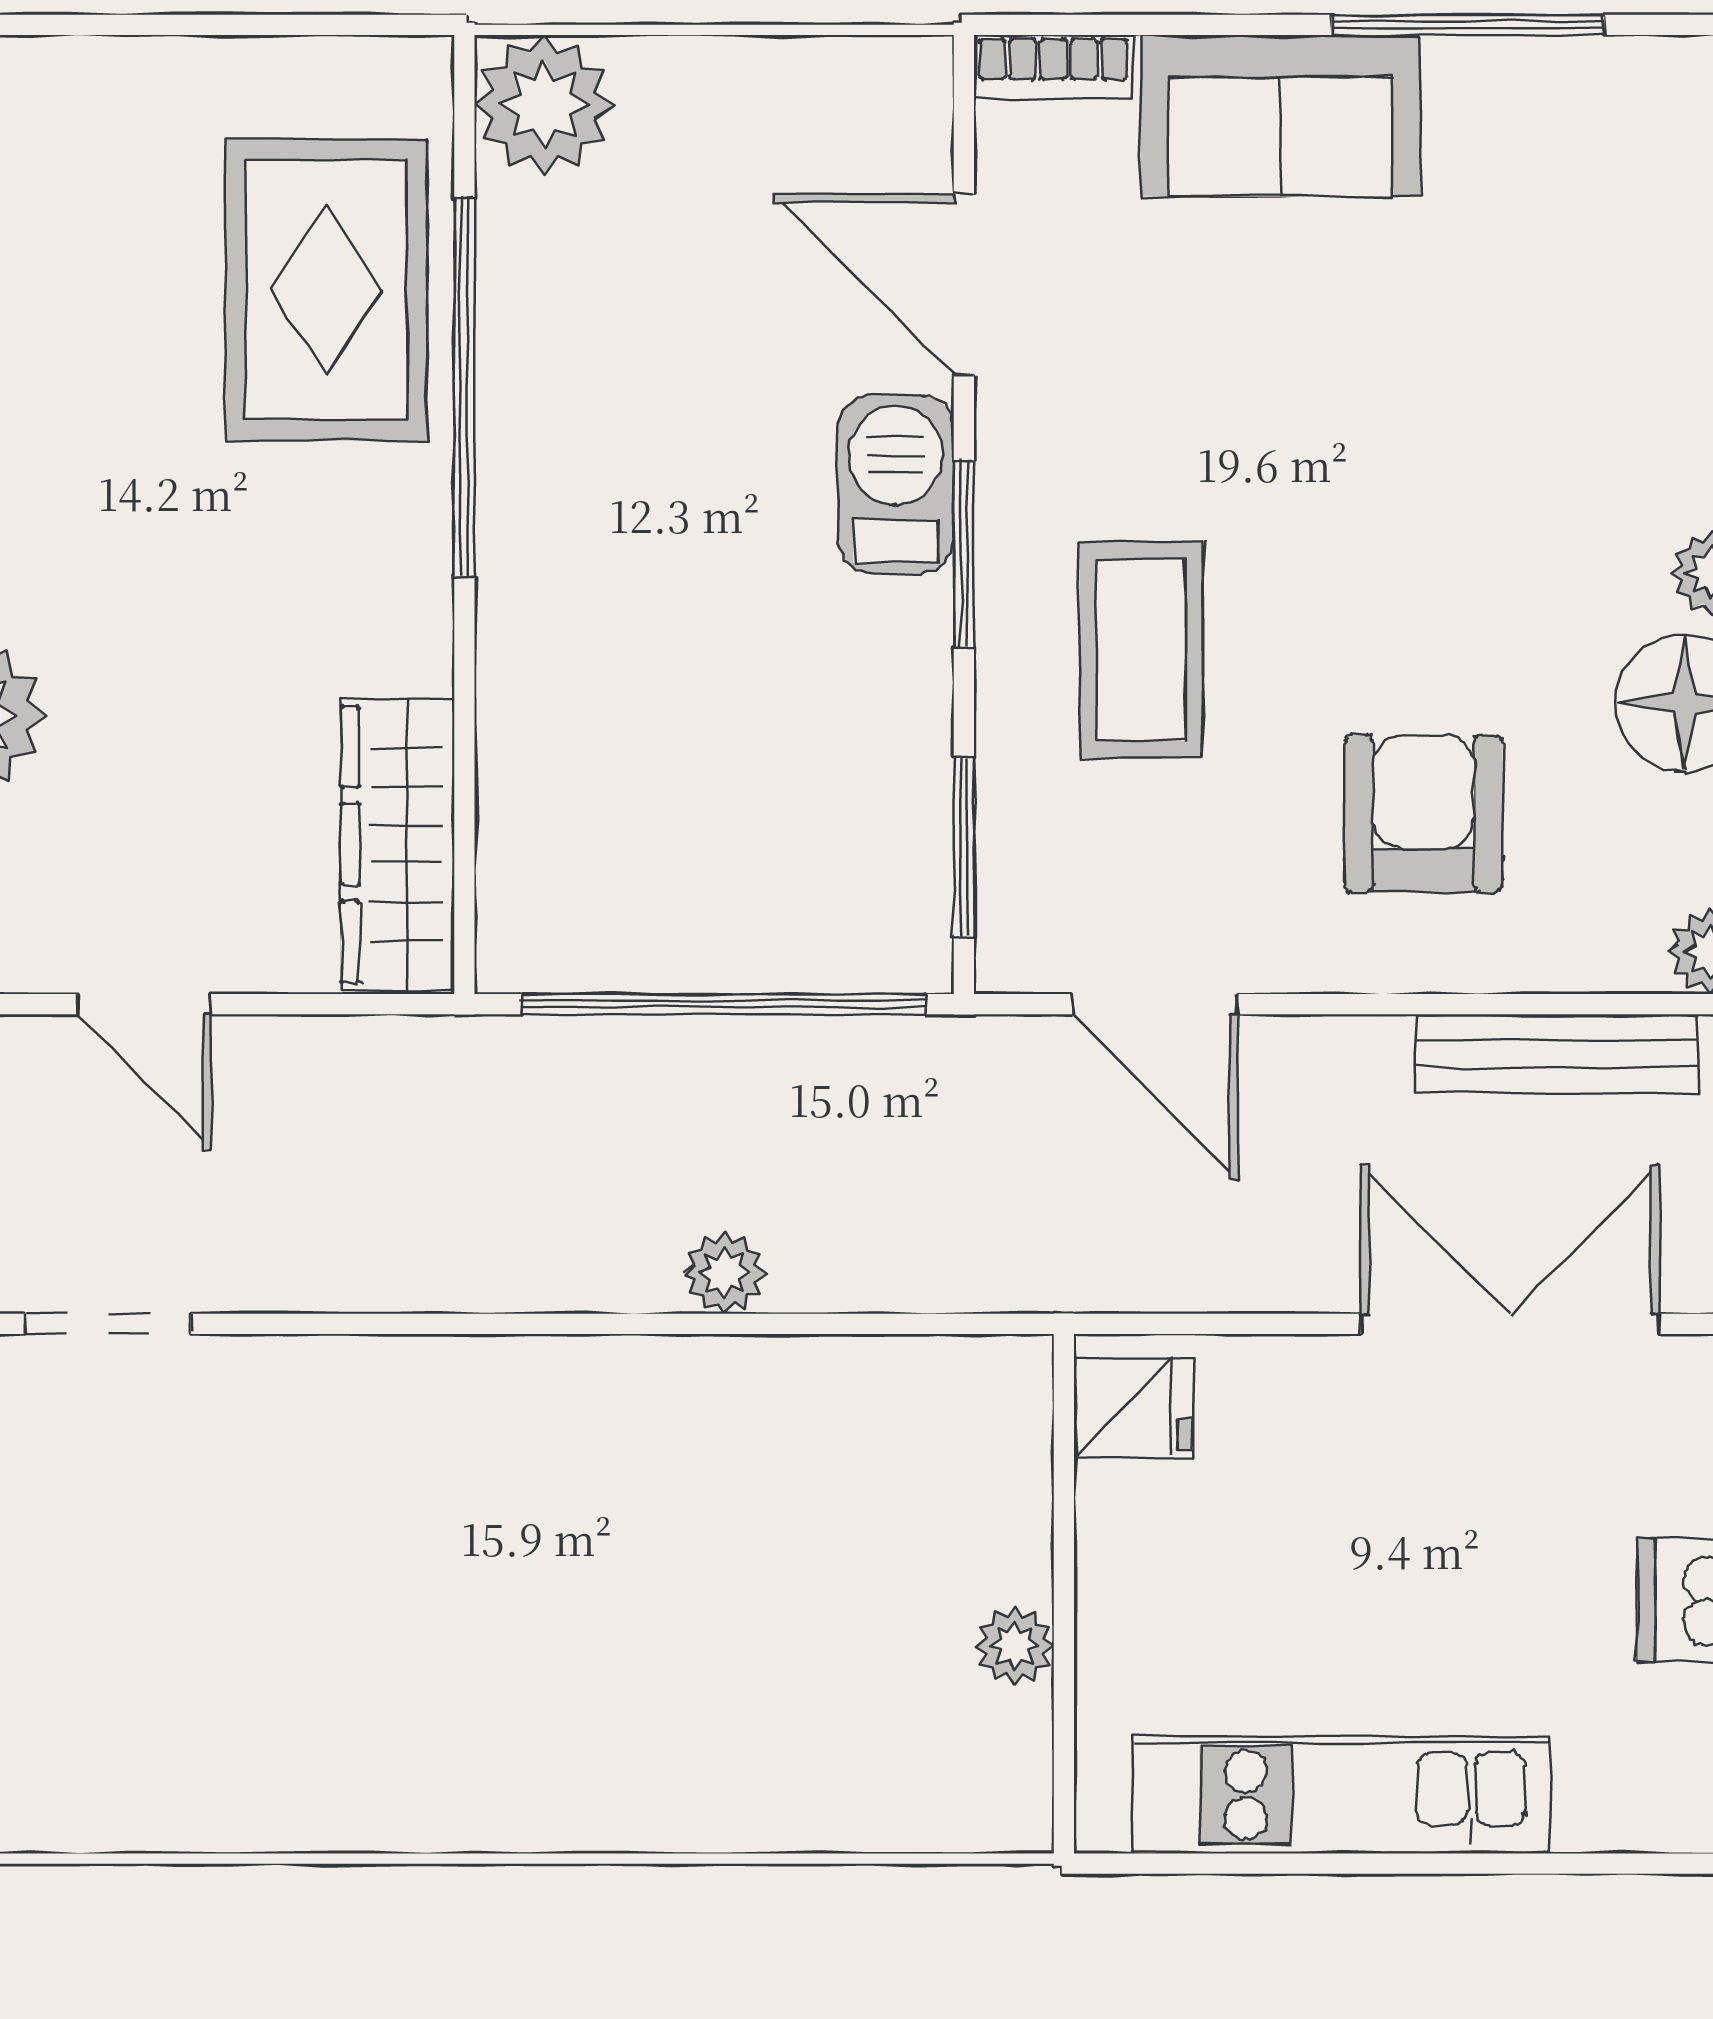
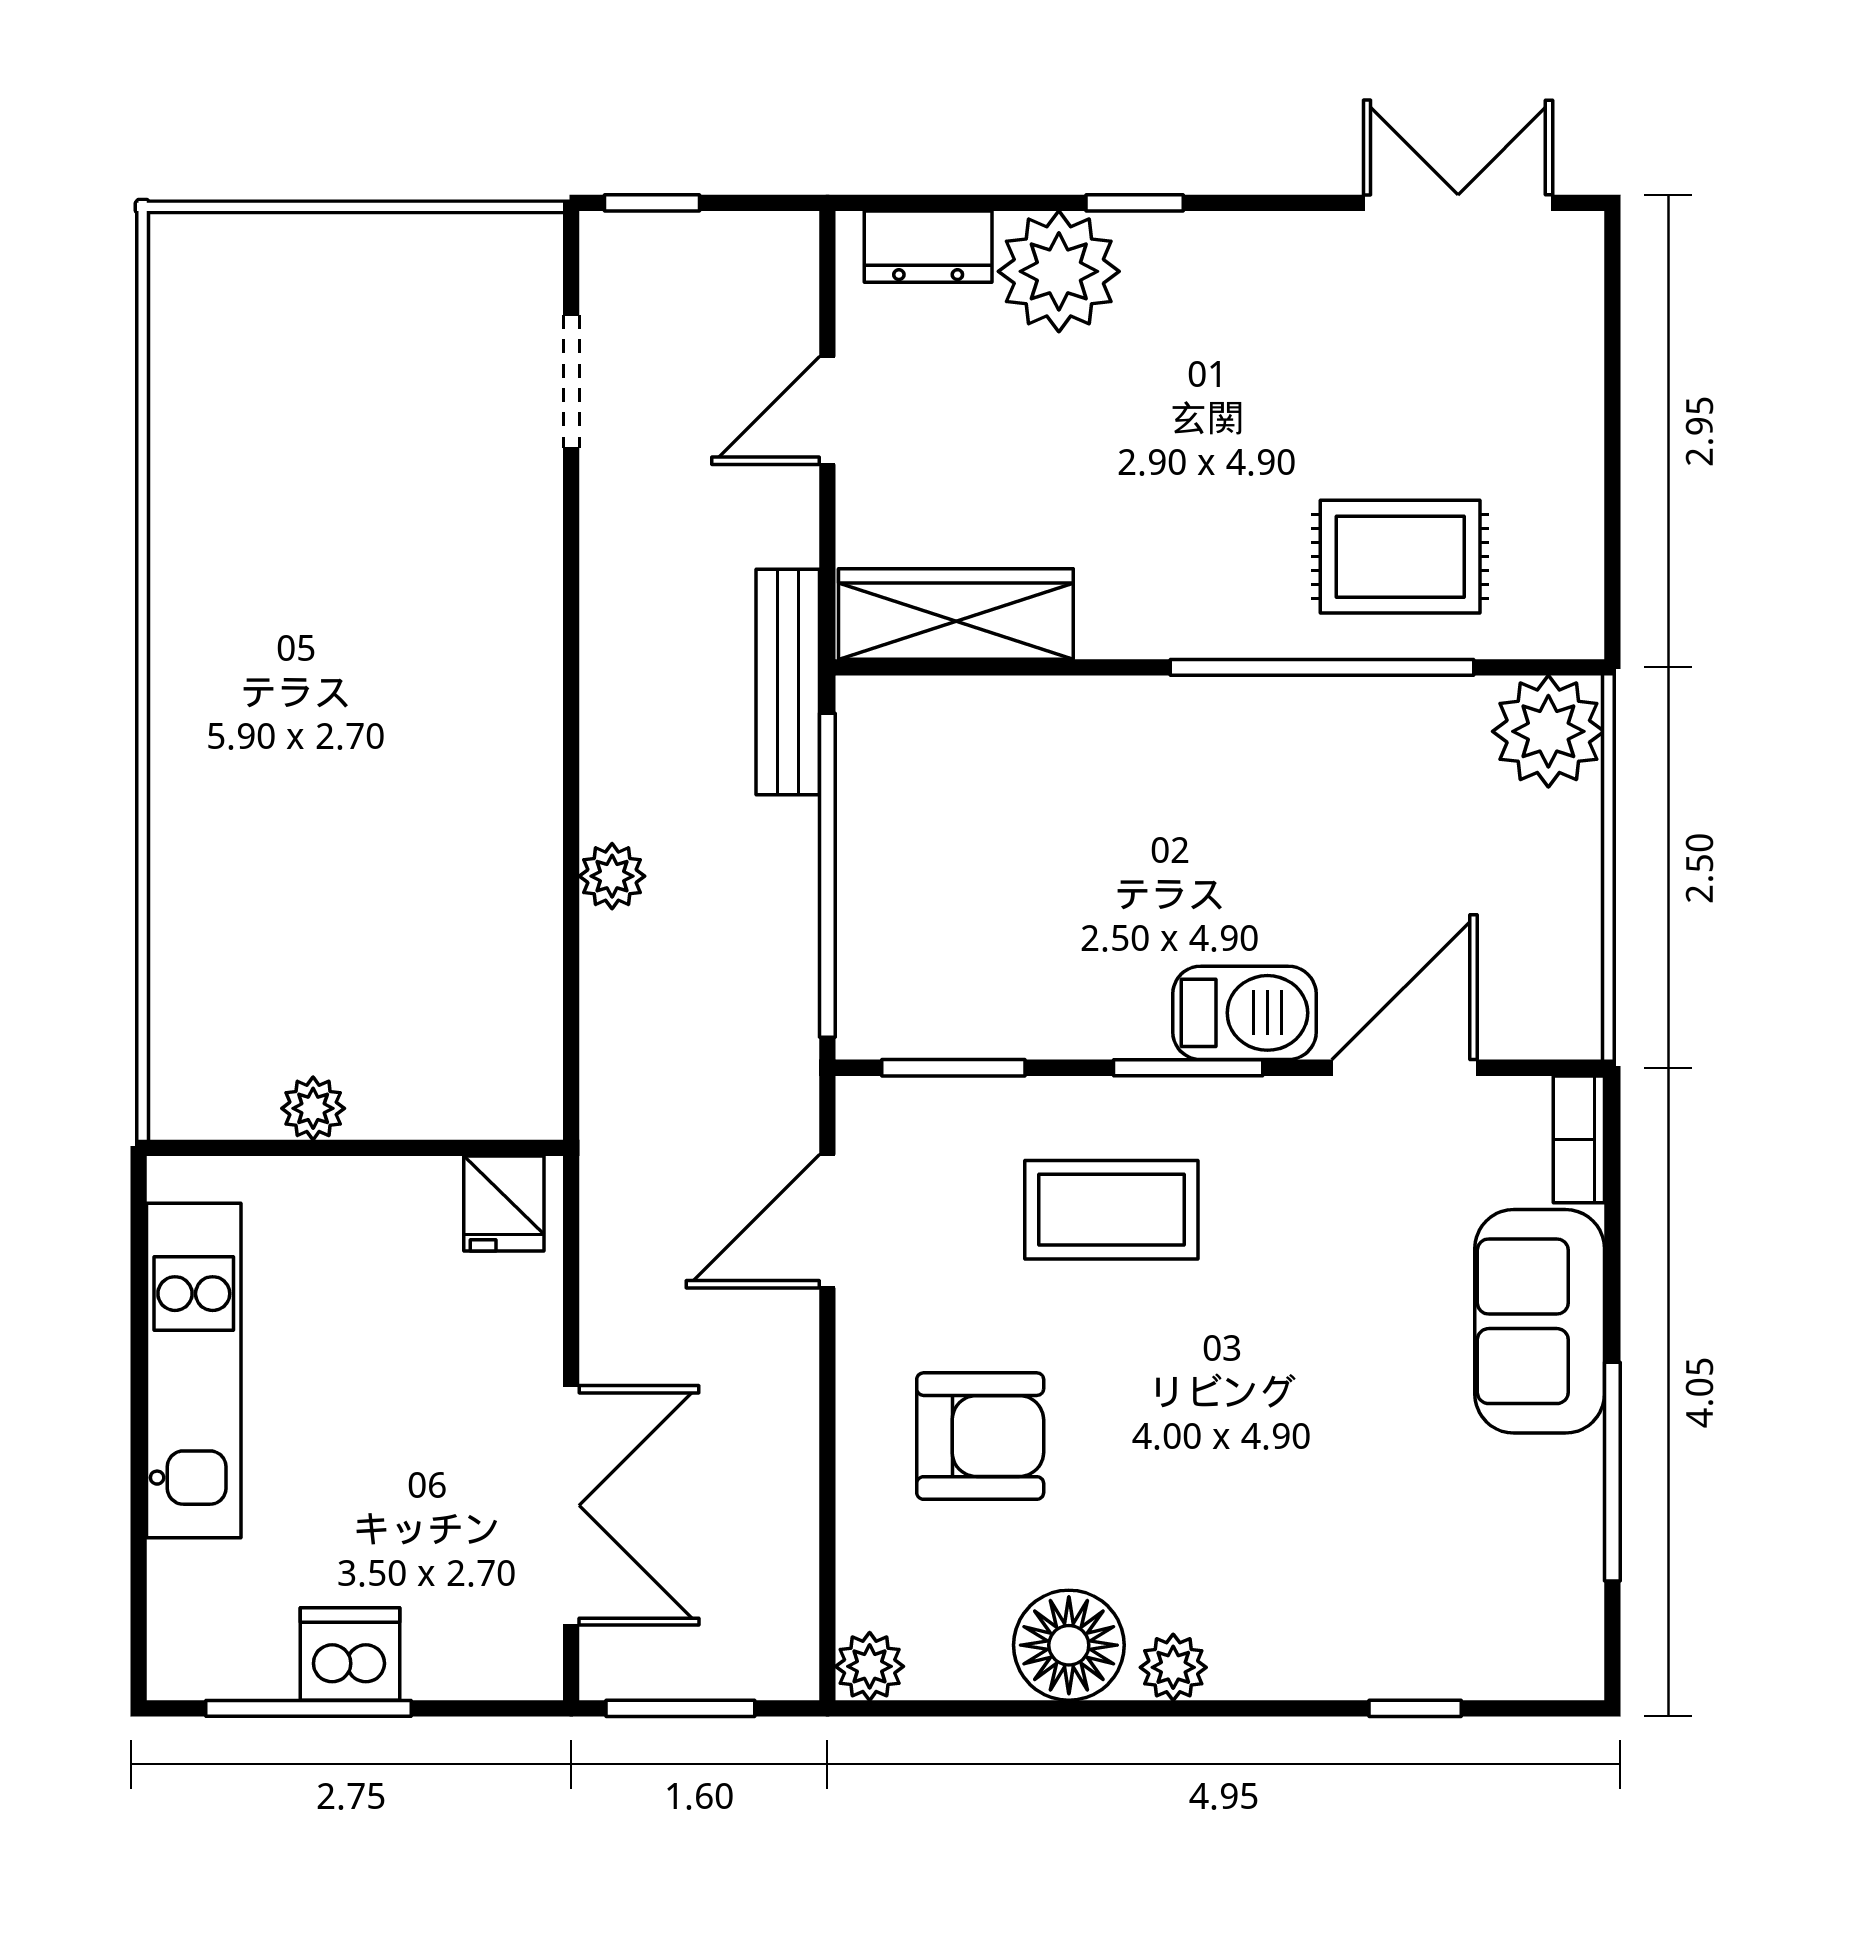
rug: (326, 290) -> (1400, 557), width x0.73, depth x0.70
bench: (1557, 1054) -> (788, 682), moved

